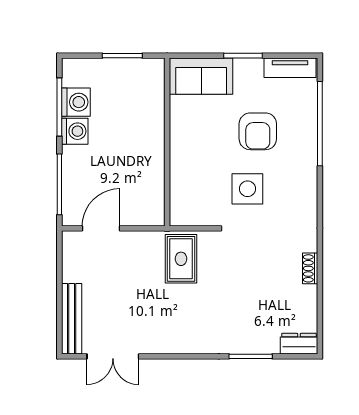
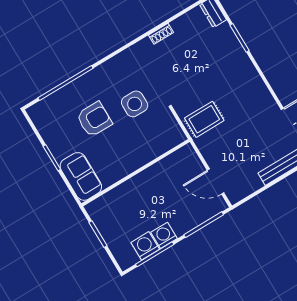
tv unit: (290, 68) -> (42, 123), removed

